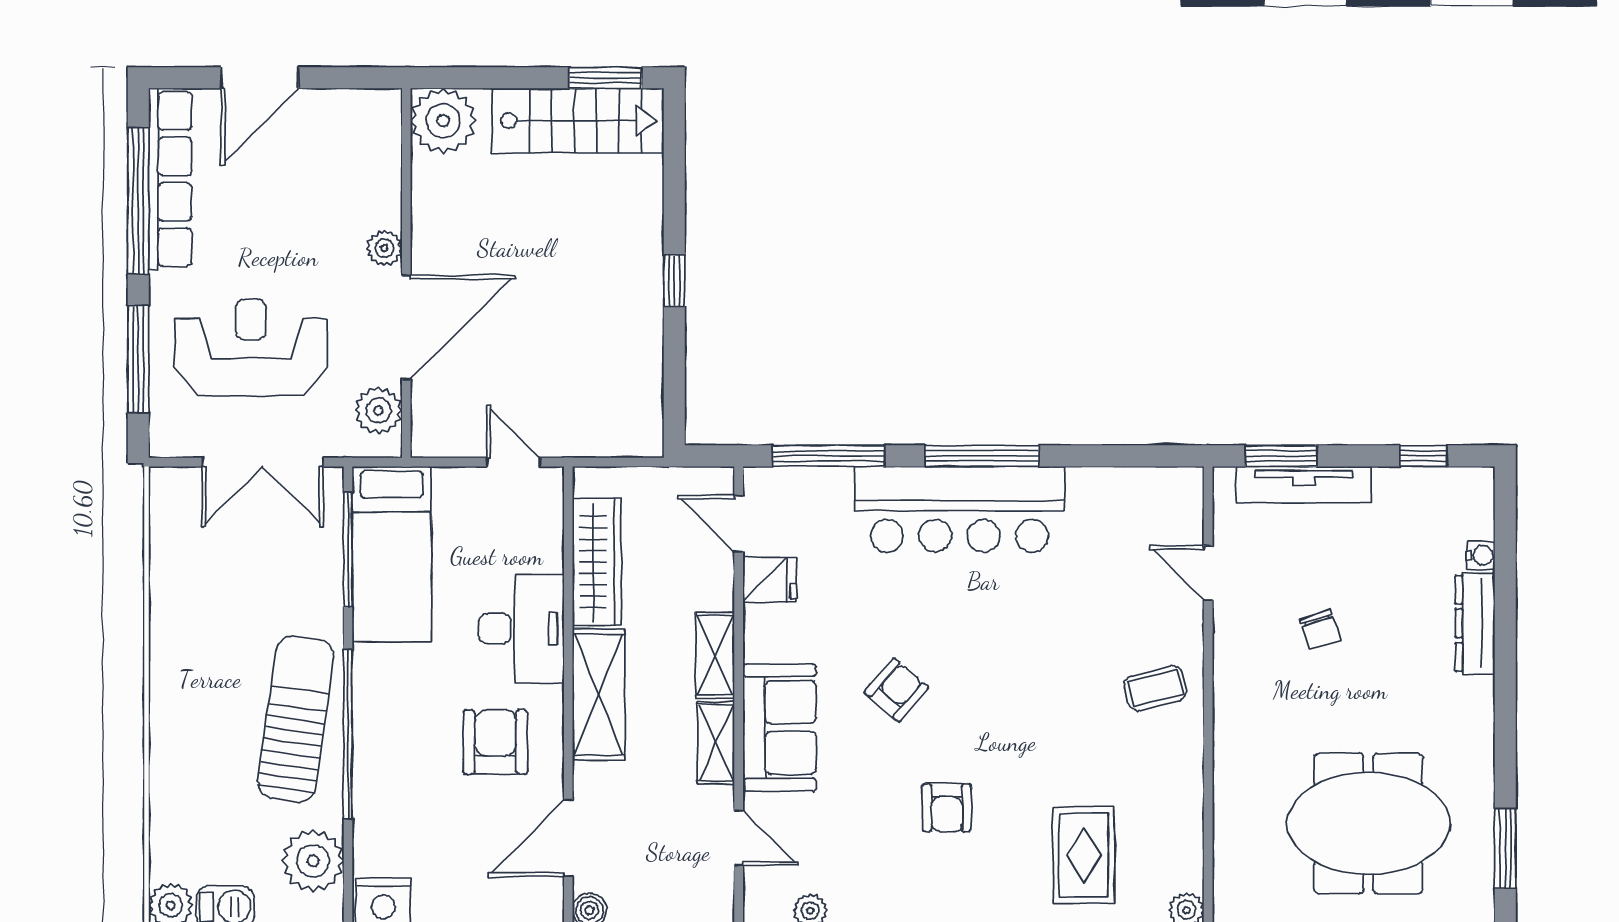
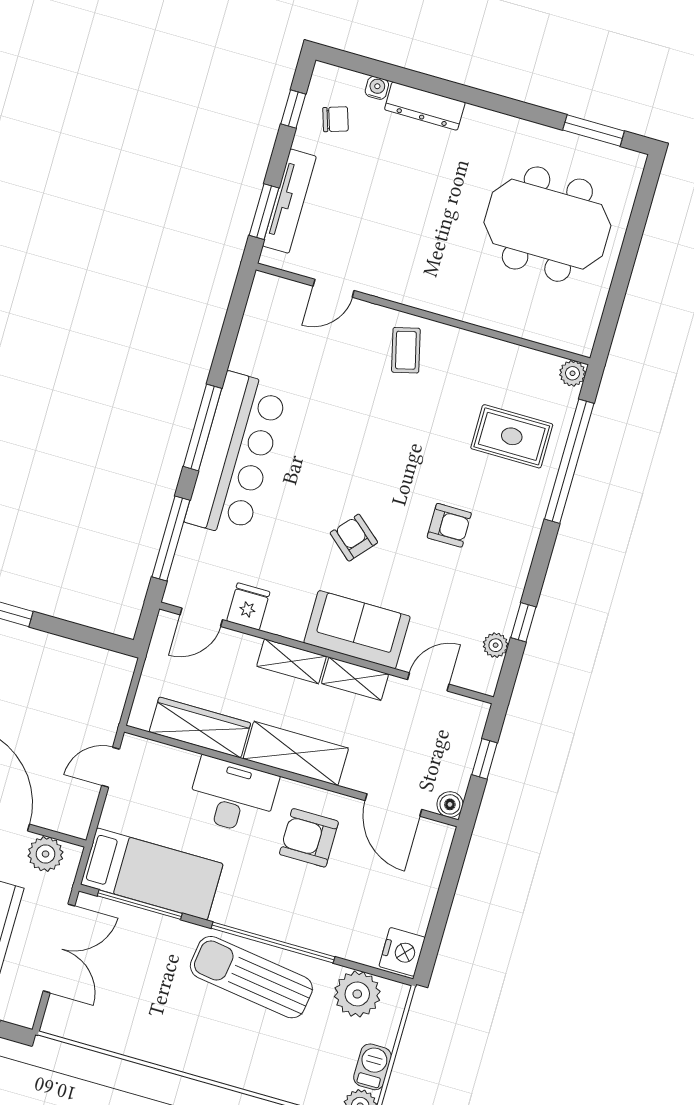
chair: (1320, 630) -> (336, 119), moved
meeting table: (1368, 823) -> (547, 224), turned 90

